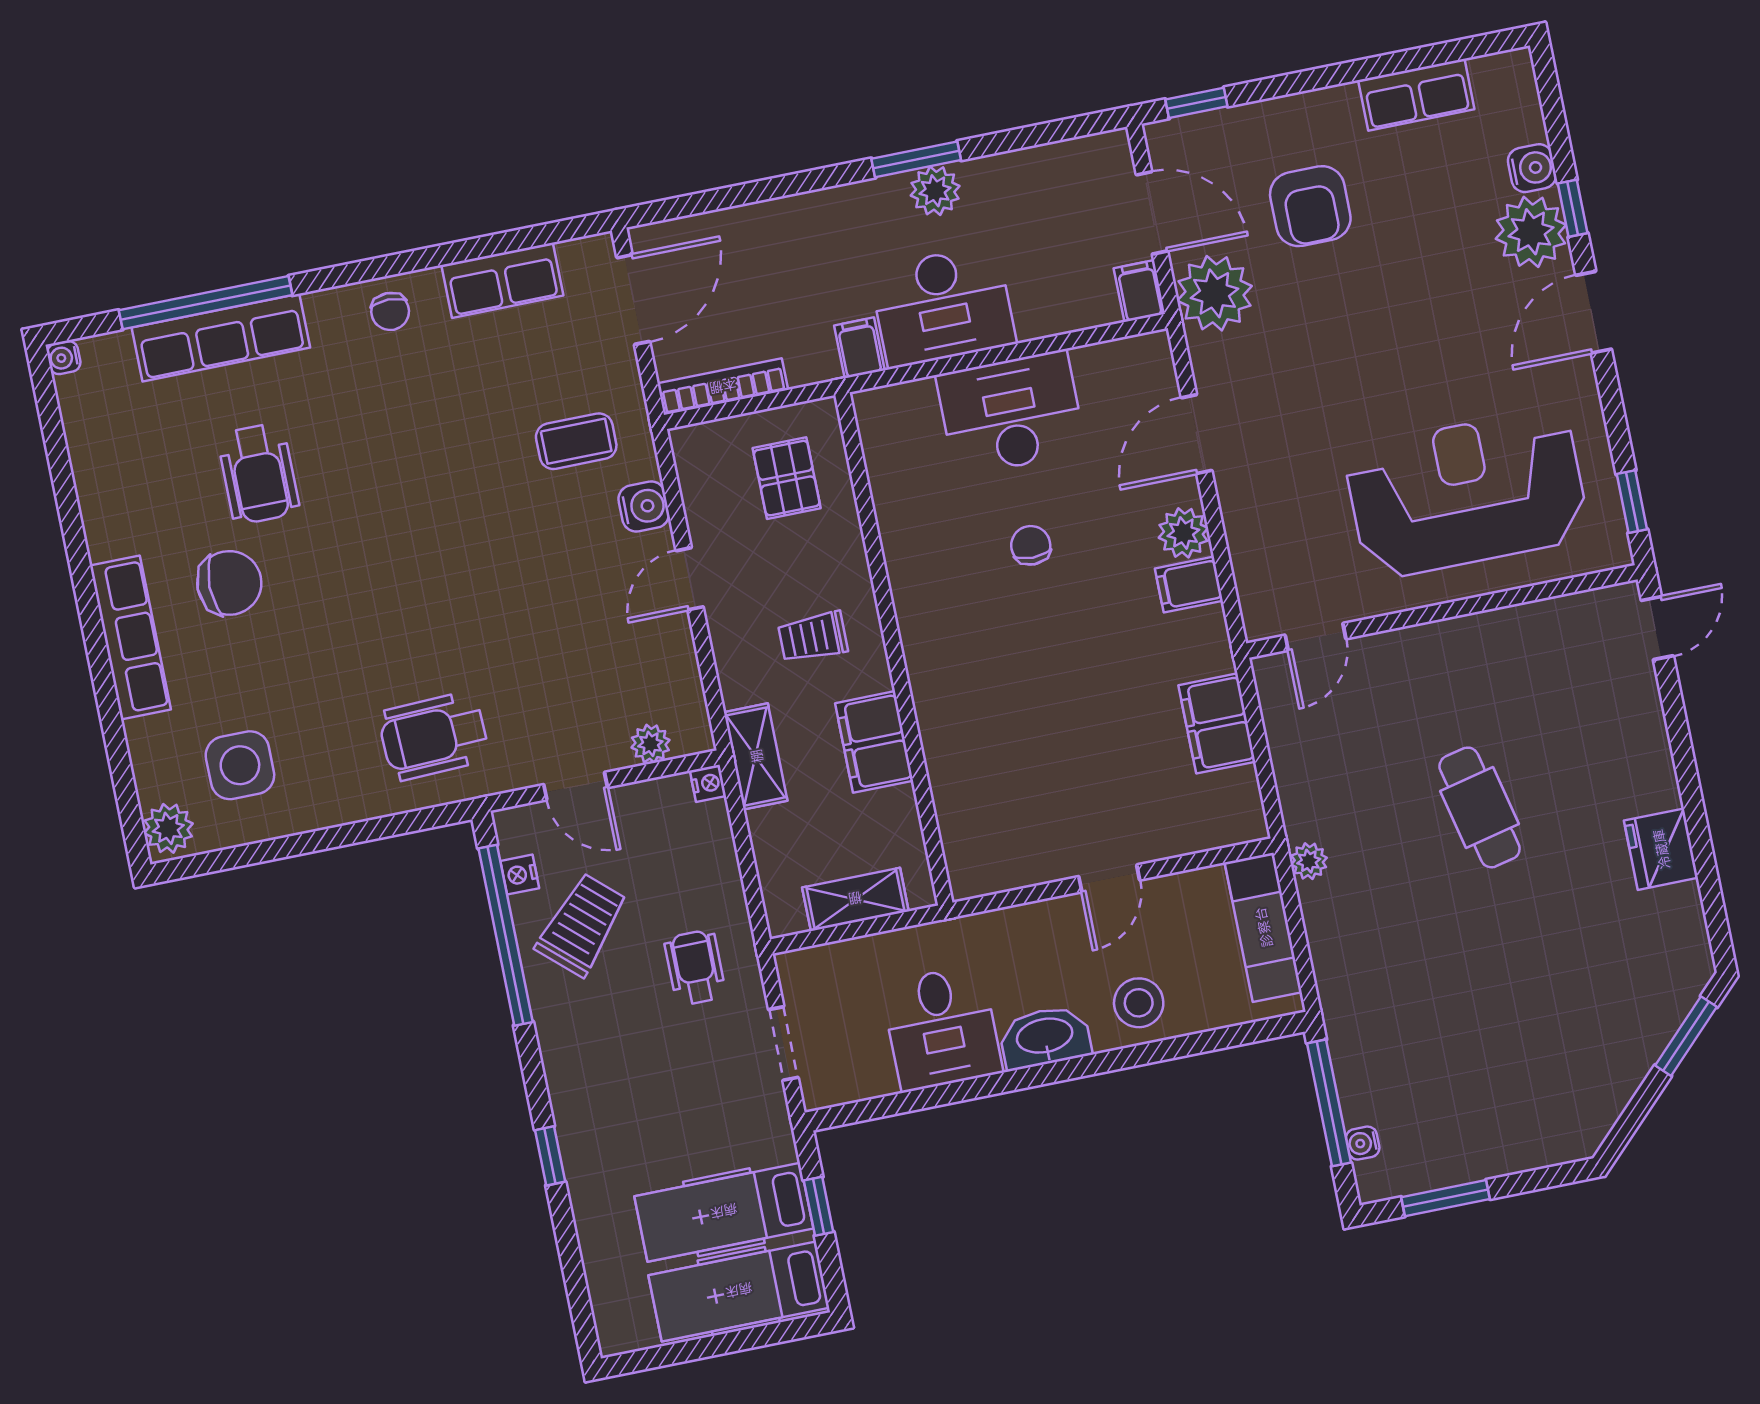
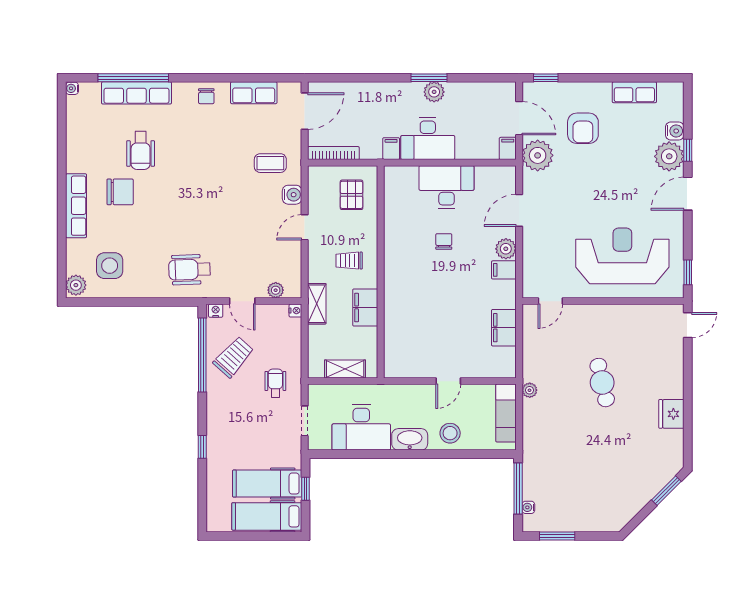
nightstand: (520, 875) -> (216, 311), moved, turned 90
desk: (942, 1028) -> (361, 427), width x1.37

